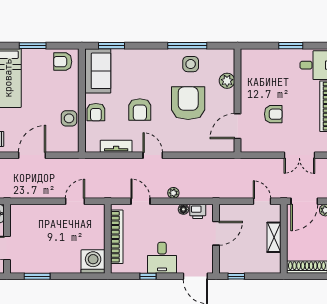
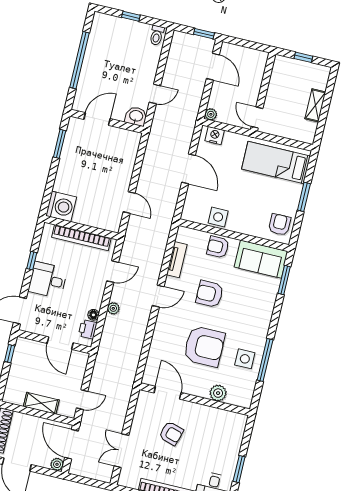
armchair: (273, 114) -> (171, 433), turned -73

